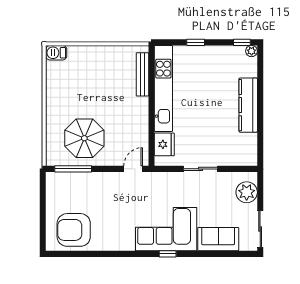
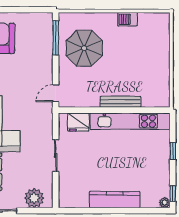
barbecue: (56, 53) -> (128, 19), moved, turned -90
bench: (142, 74) -> (120, 102), moved
door: (133, 169) -> (56, 93), swing flipped

